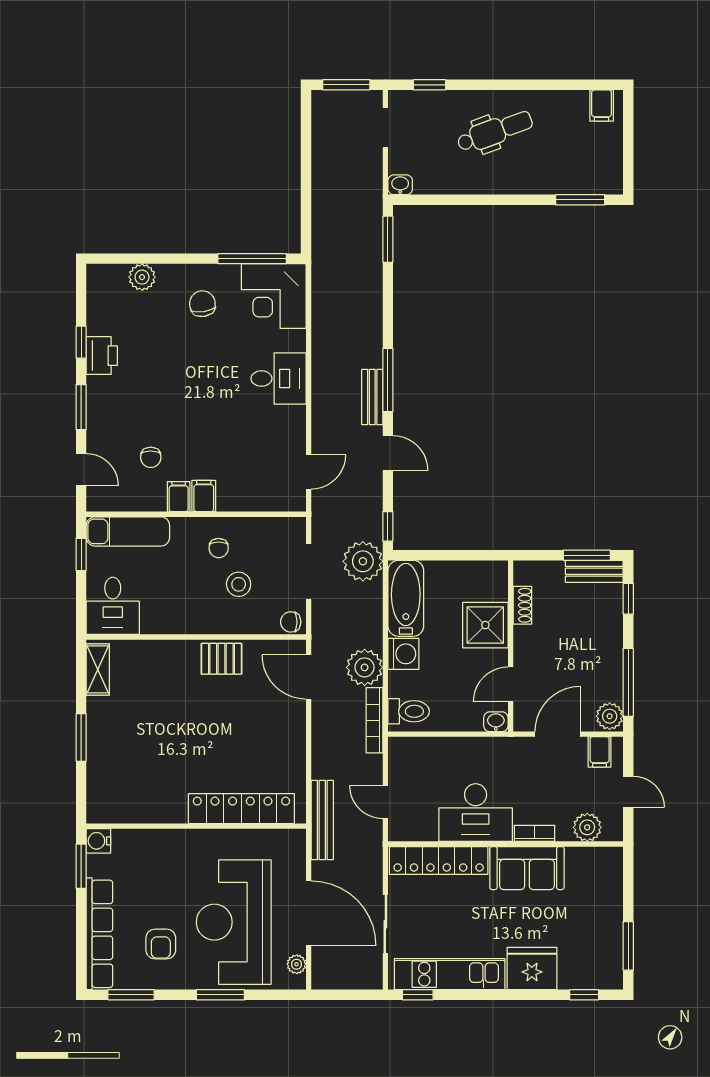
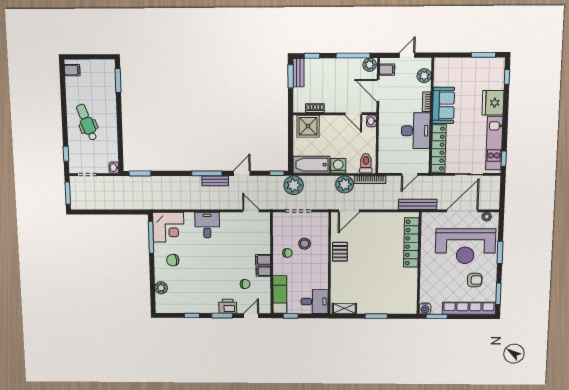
printer: (102, 356) -> (228, 306), moved
chair: (291, 622) -> (323, 219), removed
shower: (485, 625) -> (308, 126), moved

